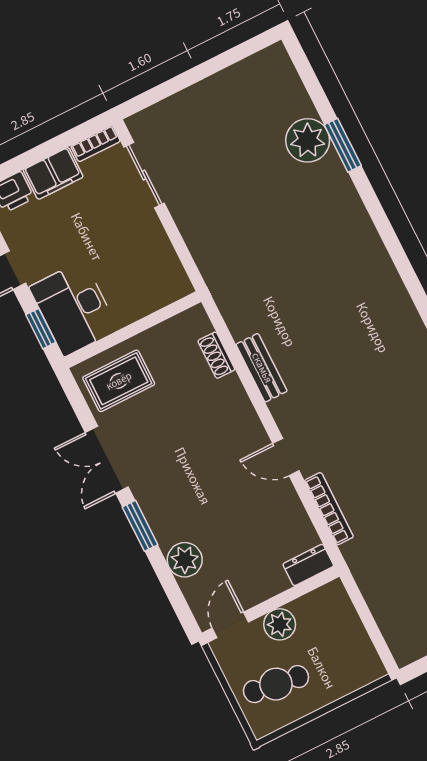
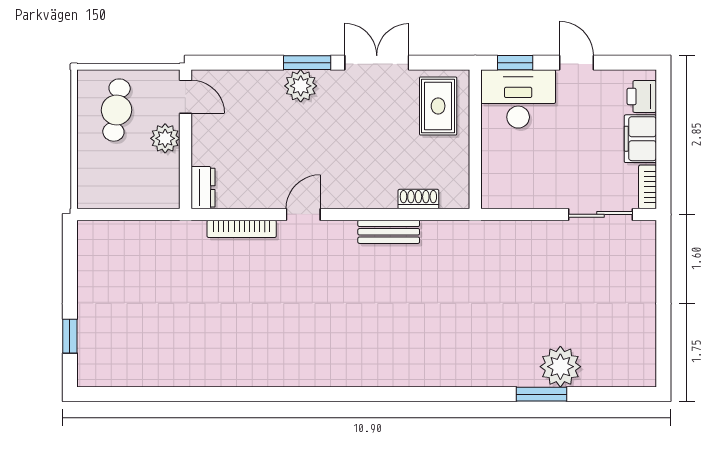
plant: (185, 560) -> (301, 86), moved

